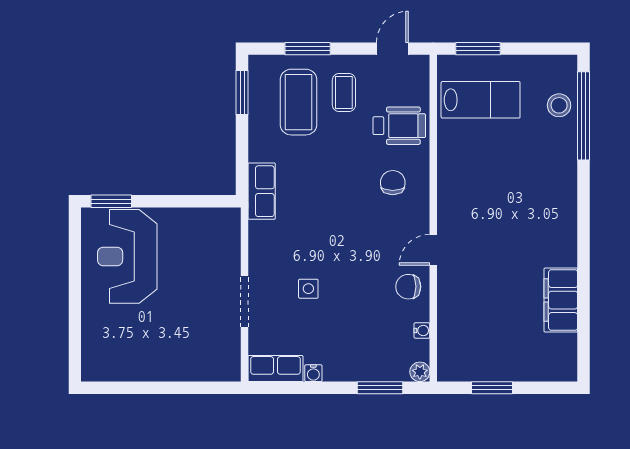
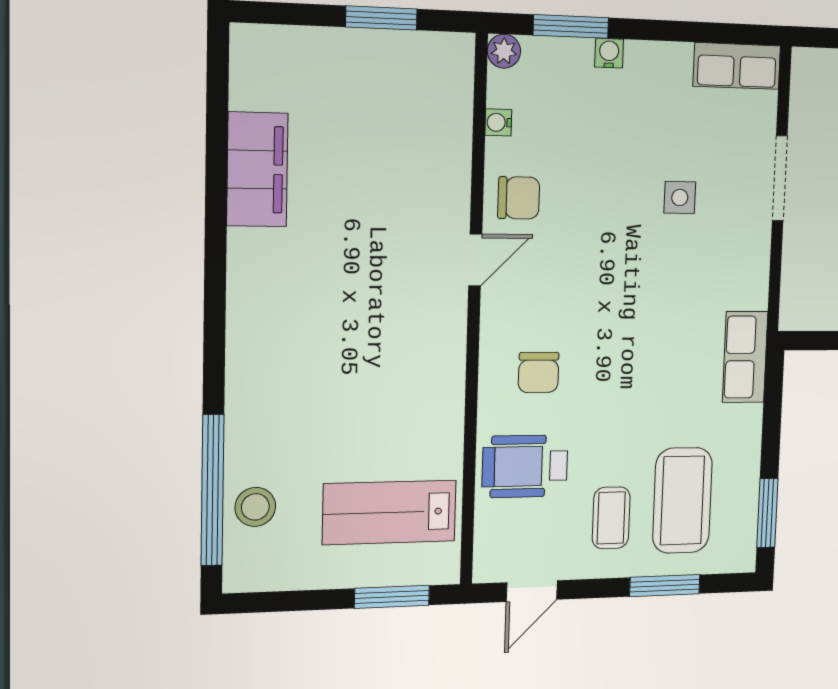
water cooler: (313, 373) -> (609, 53), moved

